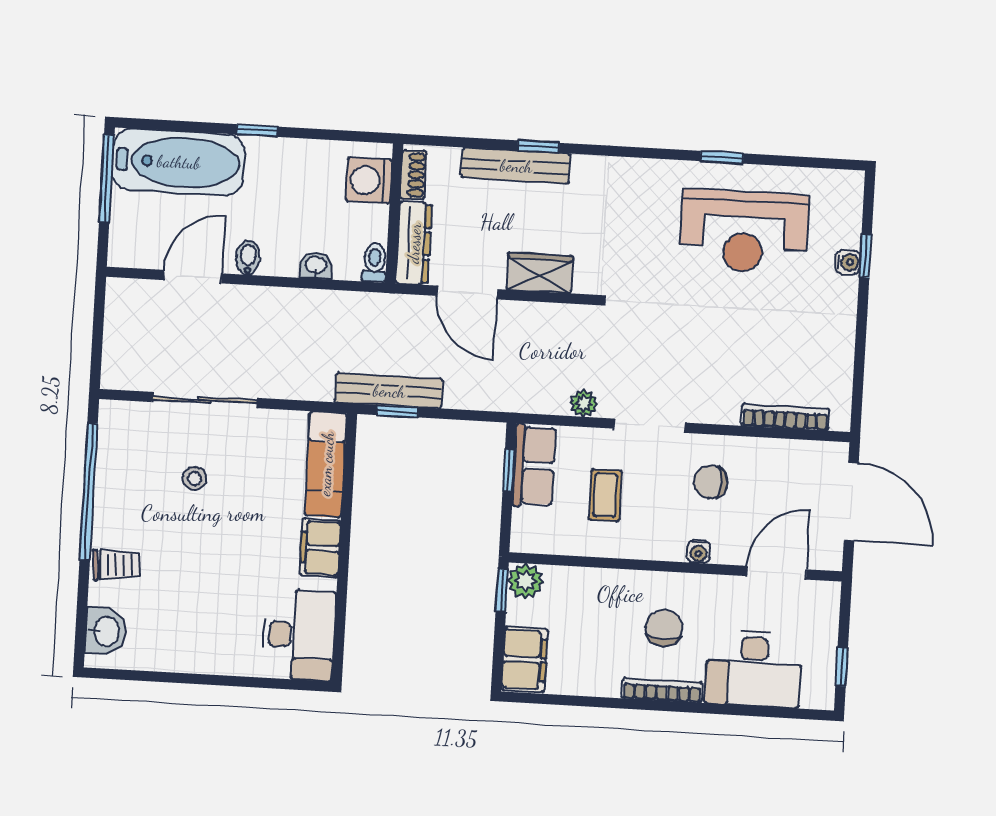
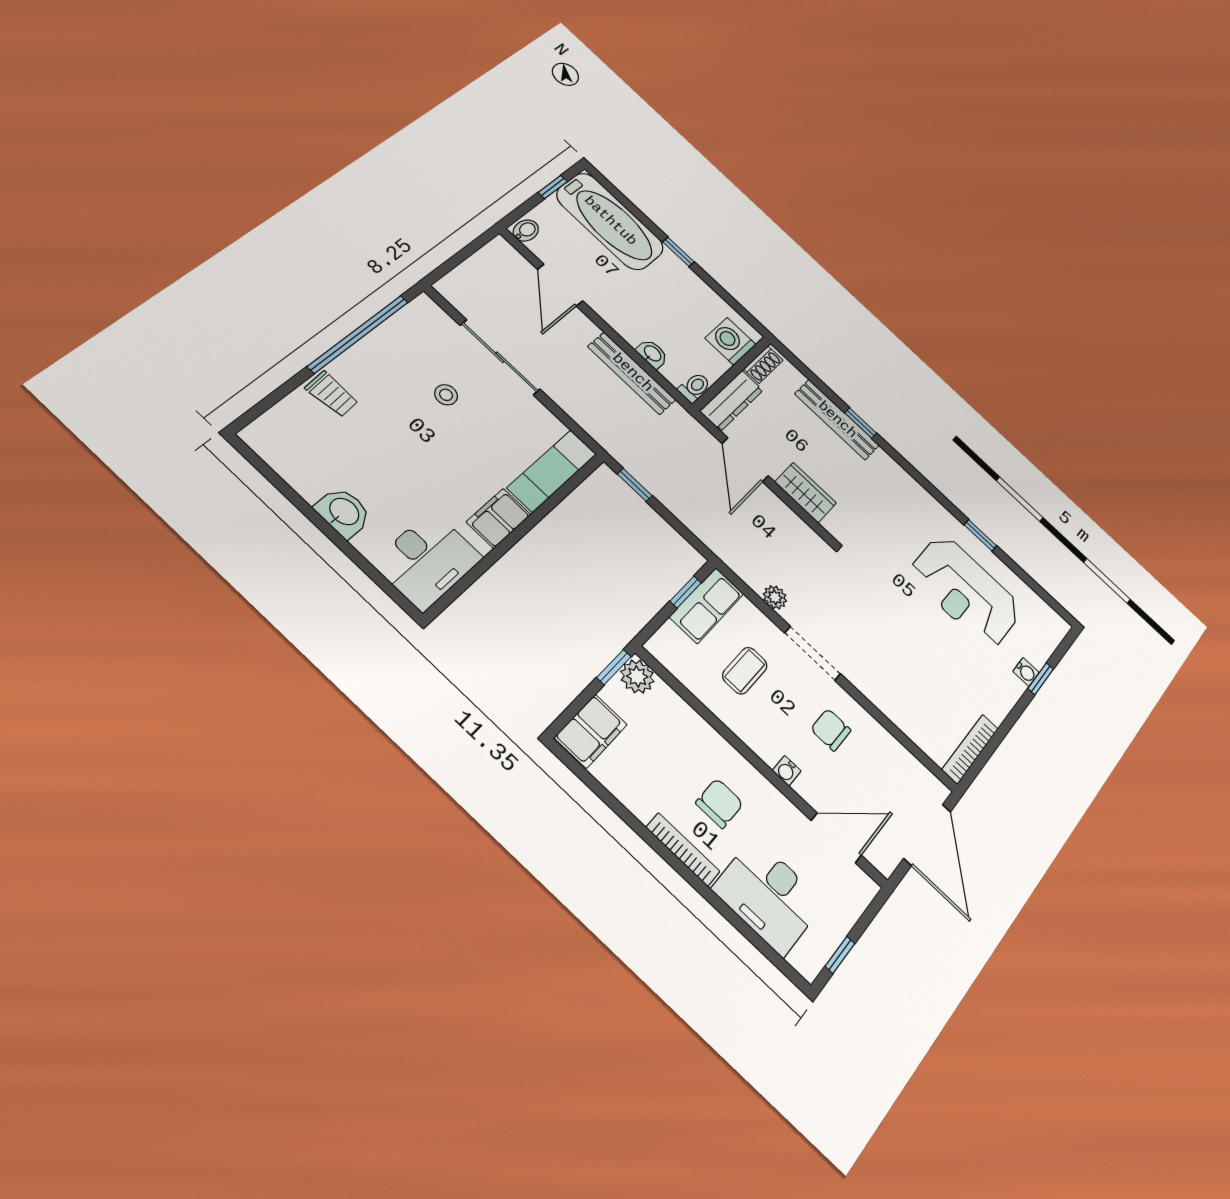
window: (107, 179) -> (553, 187), width x0.46
bidet: (248, 258) -> (526, 231), moved
door: (193, 277) -> (560, 285), swing flipped
bench: (389, 391) -> (632, 373), moved
bookcase: (785, 417) -> (970, 749), moved, turned -90
washbasin: (106, 631) -> (343, 512), moved, turned -90

